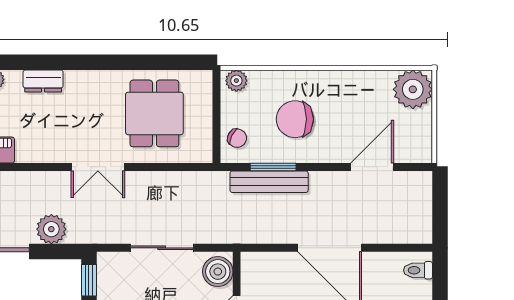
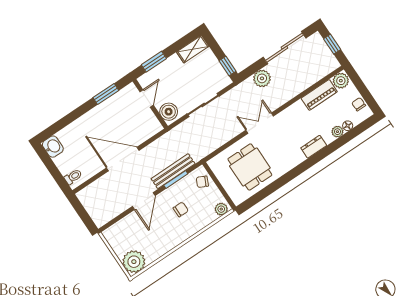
chair: (295, 119) -> (181, 209), width x0.54, depth x0.54
door: (372, 167) -> (144, 201), moved

